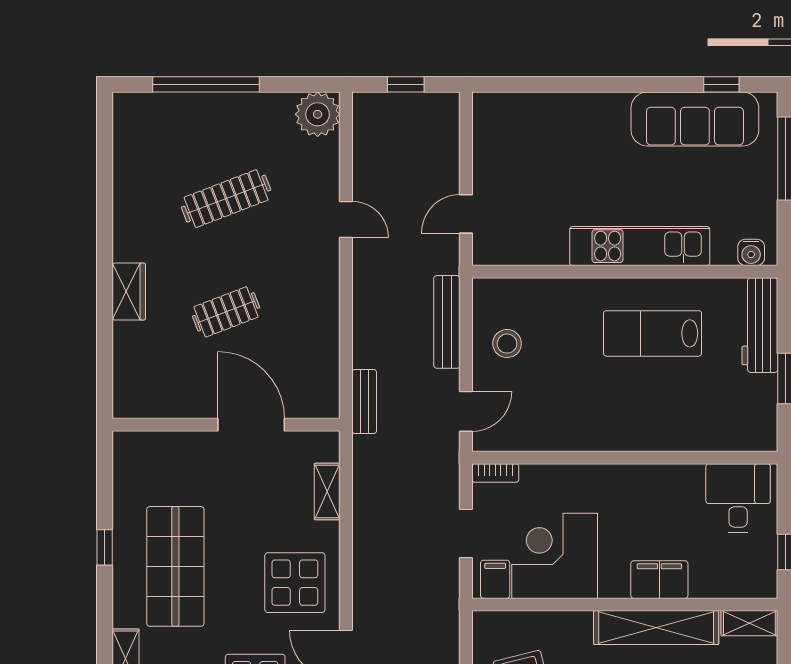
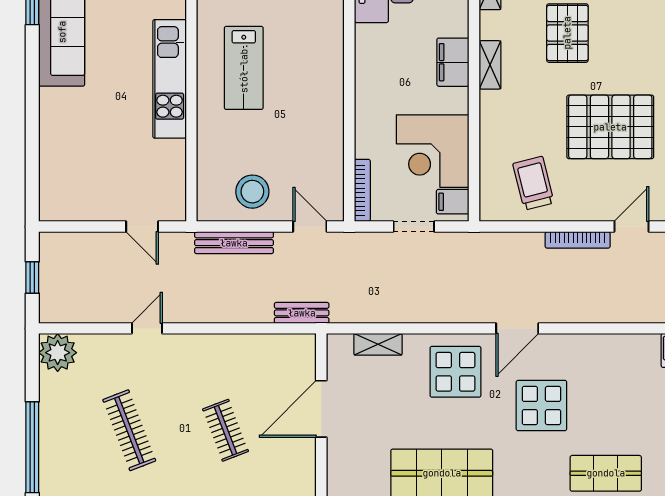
stool: (507, 344) -> (252, 192), width x1.38, depth x1.38
bookcase: (495, 473) -> (362, 190), width x1.56
shelving: (656, 628) -> (490, 65), width x0.45, depth x0.75

